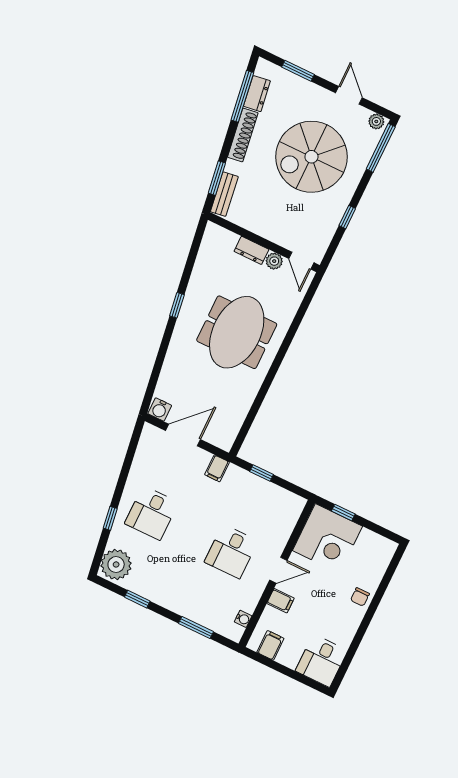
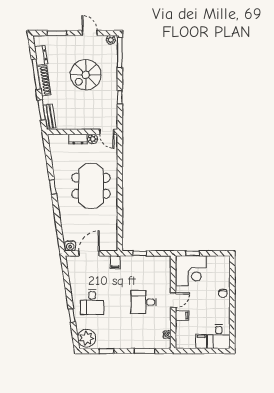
window: (242, 96) -> (36, 74), moved
spiral stairs: (311, 157) -> (86, 75), width x0.73, depth x0.73
desk: (231, 551) -> (144, 302), turned 90
filing cabinet: (270, 645) -> (201, 342), moved

